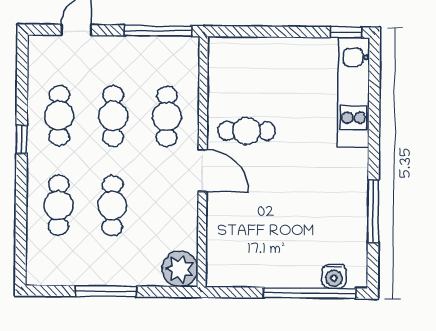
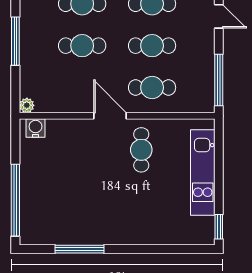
kitchen unit: (354, 92) -> (203, 173), moved, turned -90
door: (203, 171) -> (110, 116), swing flipped
plant: (180, 269) -> (27, 105), width x0.53, depth x0.53
water cooler: (334, 276) -> (36, 128), moved, turned 90

